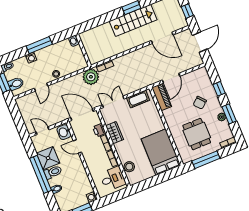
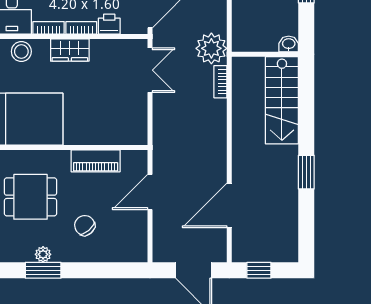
stairs: (133, 20) -> (282, 100), moved
door: (171, 78) -> (150, 192), hinge flipped
window: (219, 89) -> (96, 270), removed
piano: (162, 97) -> (96, 161), moved
cot: (138, 99) -> (137, 117), removed
wardrobe: (115, 133) -> (70, 50), moved

